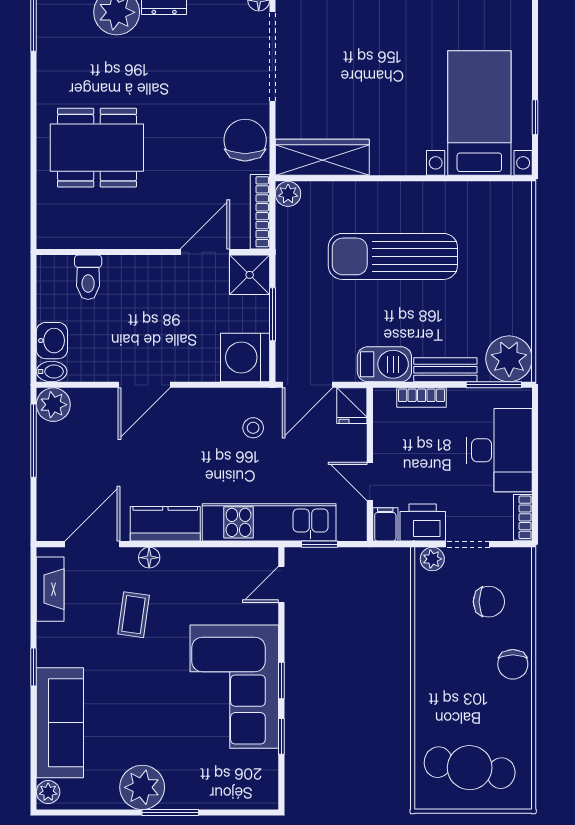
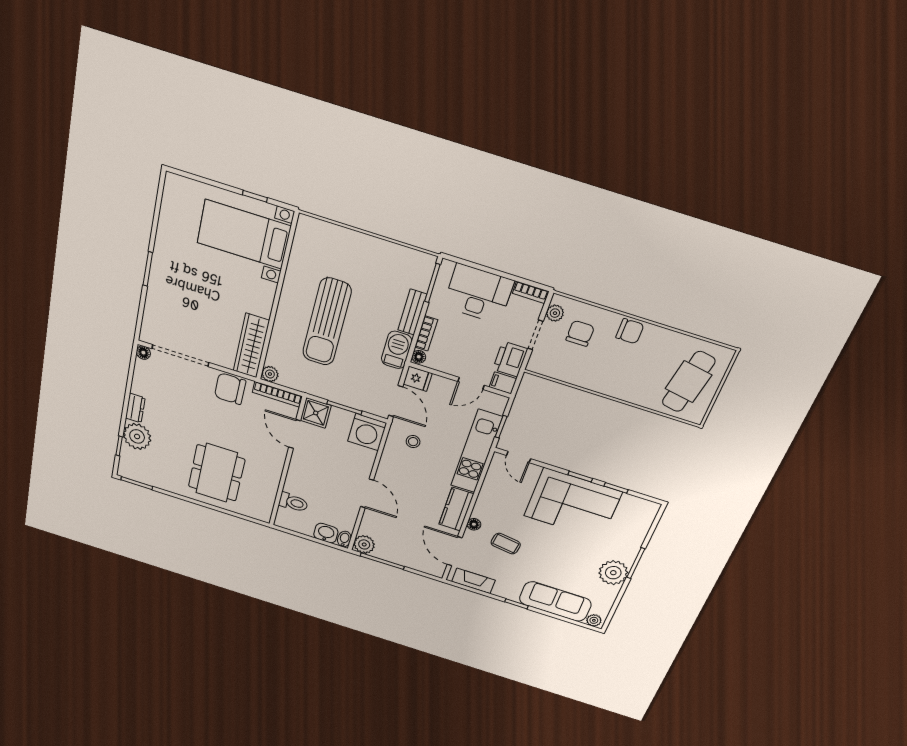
plant: (509, 359) -> (418, 267), removed
floor lamp: (385, 398) -> (419, 357), added
plant: (432, 559) -> (555, 313), moved

